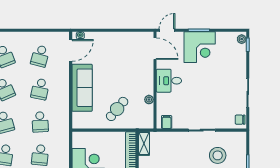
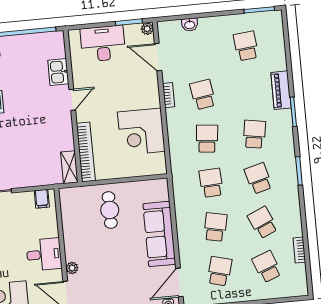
plant: (149, 100) -> (72, 268), moved
cafe table: (117, 109) -> (110, 210), turned -40

